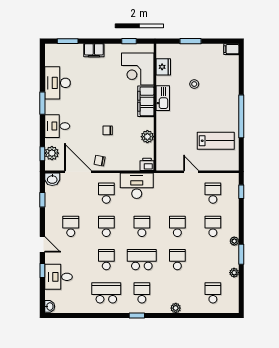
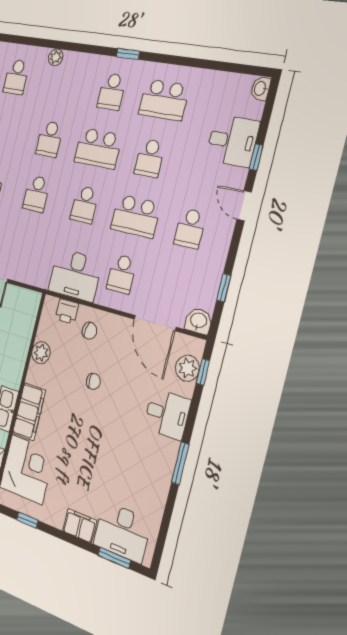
desk: (58, 83) -> (122, 532), moved, turned 90
chair: (100, 161) -> (90, 331), moved
printer: (147, 164) -> (67, 311), moved
school desk: (106, 226) -> (136, 216), width x1.85
plant: (176, 308) -> (56, 57), moved

